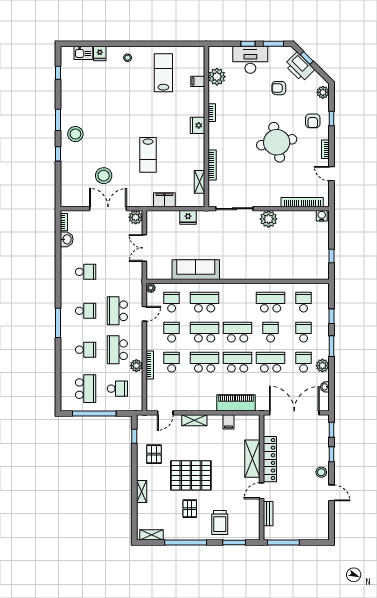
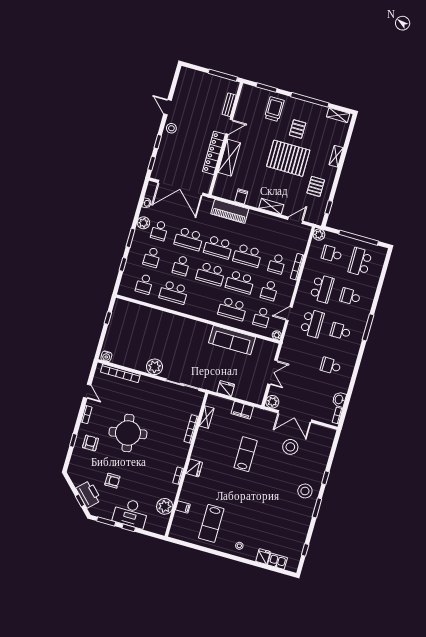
plant: (323, 92) -> (74, 466), removed
plant: (136, 366) -> (319, 235), moved

